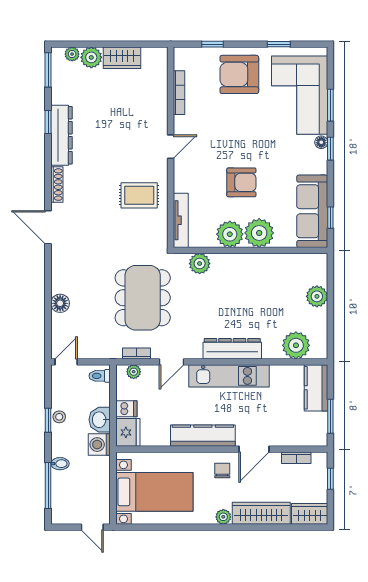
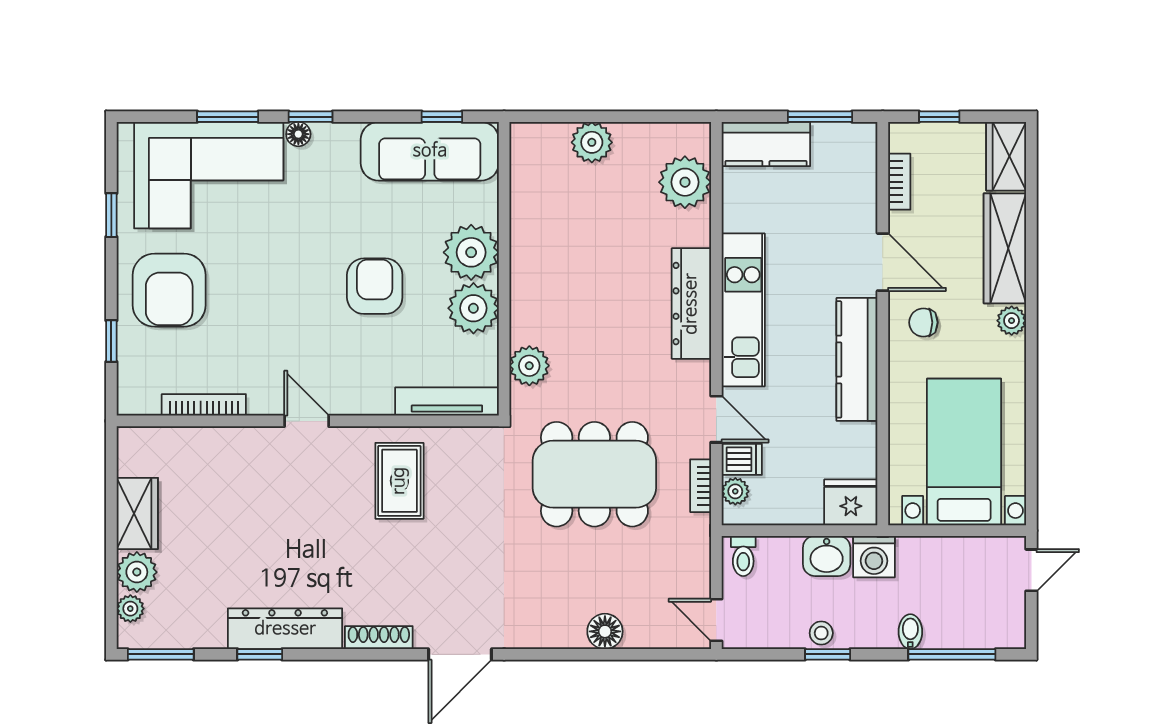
dishwasher: (126, 409) -> (742, 459), moved, turned 90

